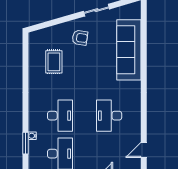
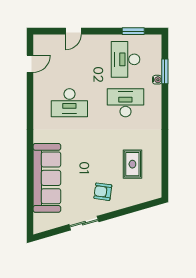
desk: (60, 116) -> (125, 103), turned 90
desk: (109, 116) -> (69, 103), turned 90

